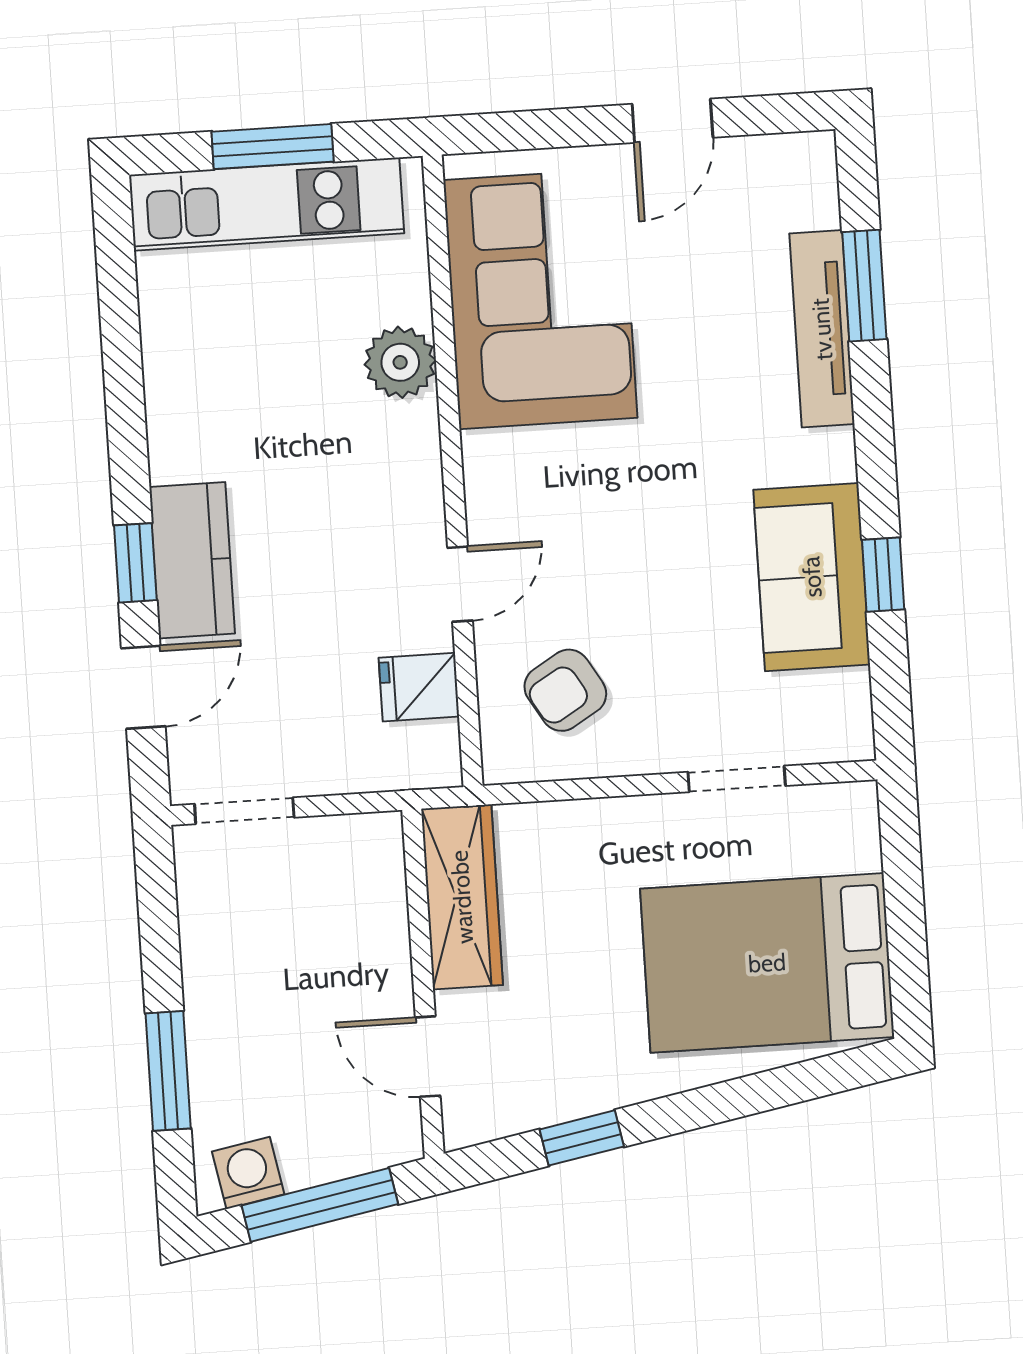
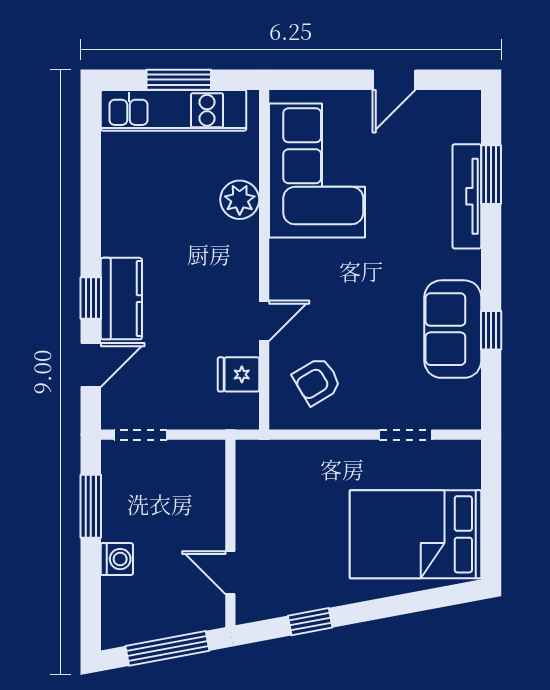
wardrobe: (462, 897) -> (254, 488), removed
window: (168, 1071) -> (91, 506), moved
washing machine: (248, 1173) -> (117, 559), moved, turned 101

